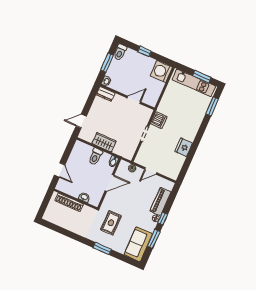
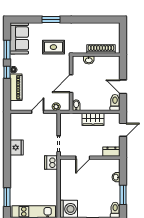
dresser: (106, 94) -> (111, 152), moved
wall: (127, 97) -> (90, 158), moved
door: (134, 100) -> (83, 158), moved
toilet: (95, 157) -> (115, 102), moved
door: (60, 170) -> (123, 87), moved
rug: (111, 223) -> (53, 47), turned 90

